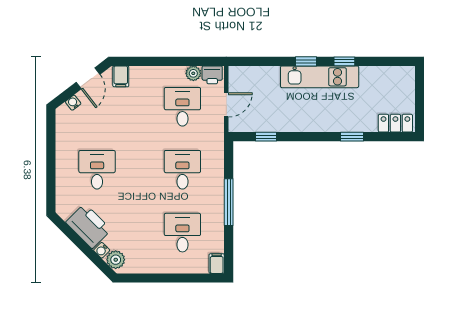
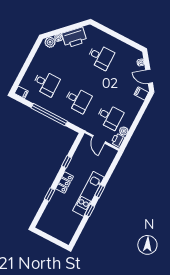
locker: (395, 123) -> (64, 183), moved
window: (266, 137) -> (67, 162), moved
window: (229, 202) -> (49, 115), width x1.46

